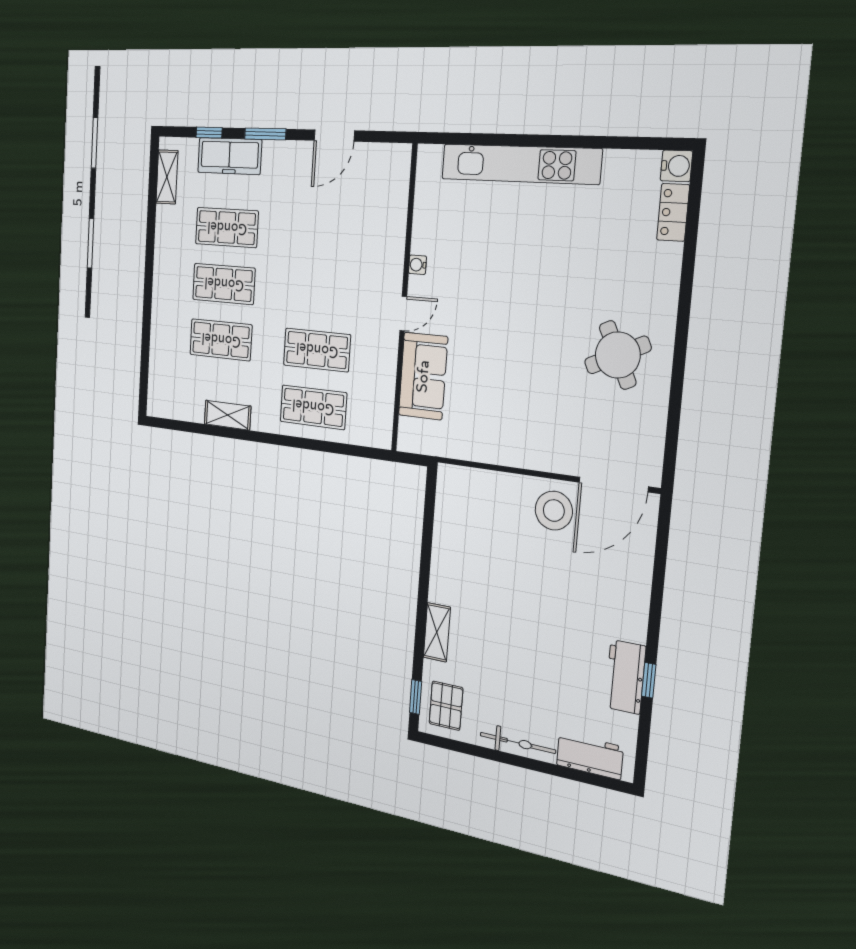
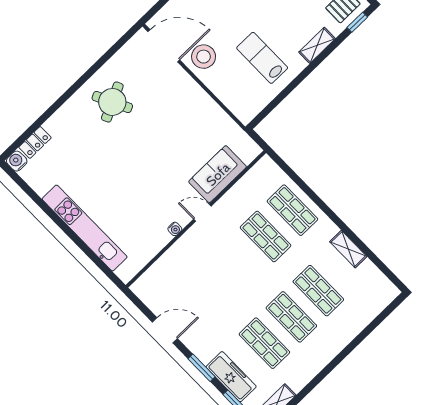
lab bench: (485, 566) -> (262, 58), added

